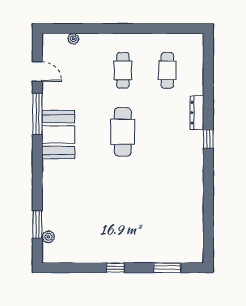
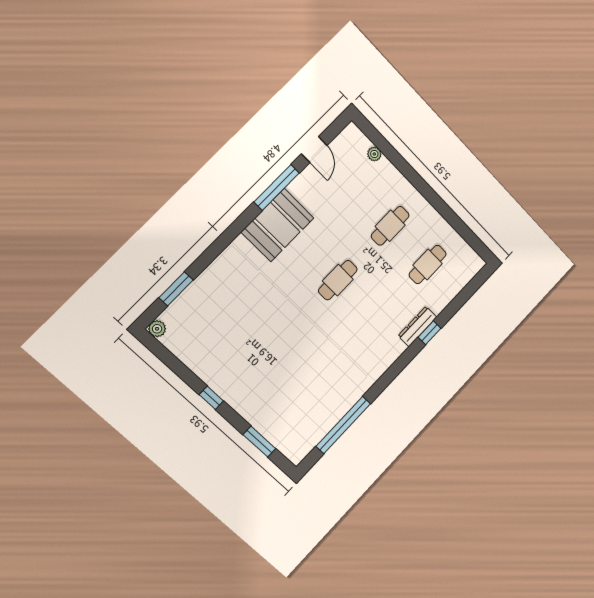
cafe table: (123, 132) -> (338, 280), width x0.73, depth x0.74
window: (208, 139) -> (429, 333), moved
window: (208, 213) -> (343, 425), added
plant: (48, 237) -> (157, 329), moved

